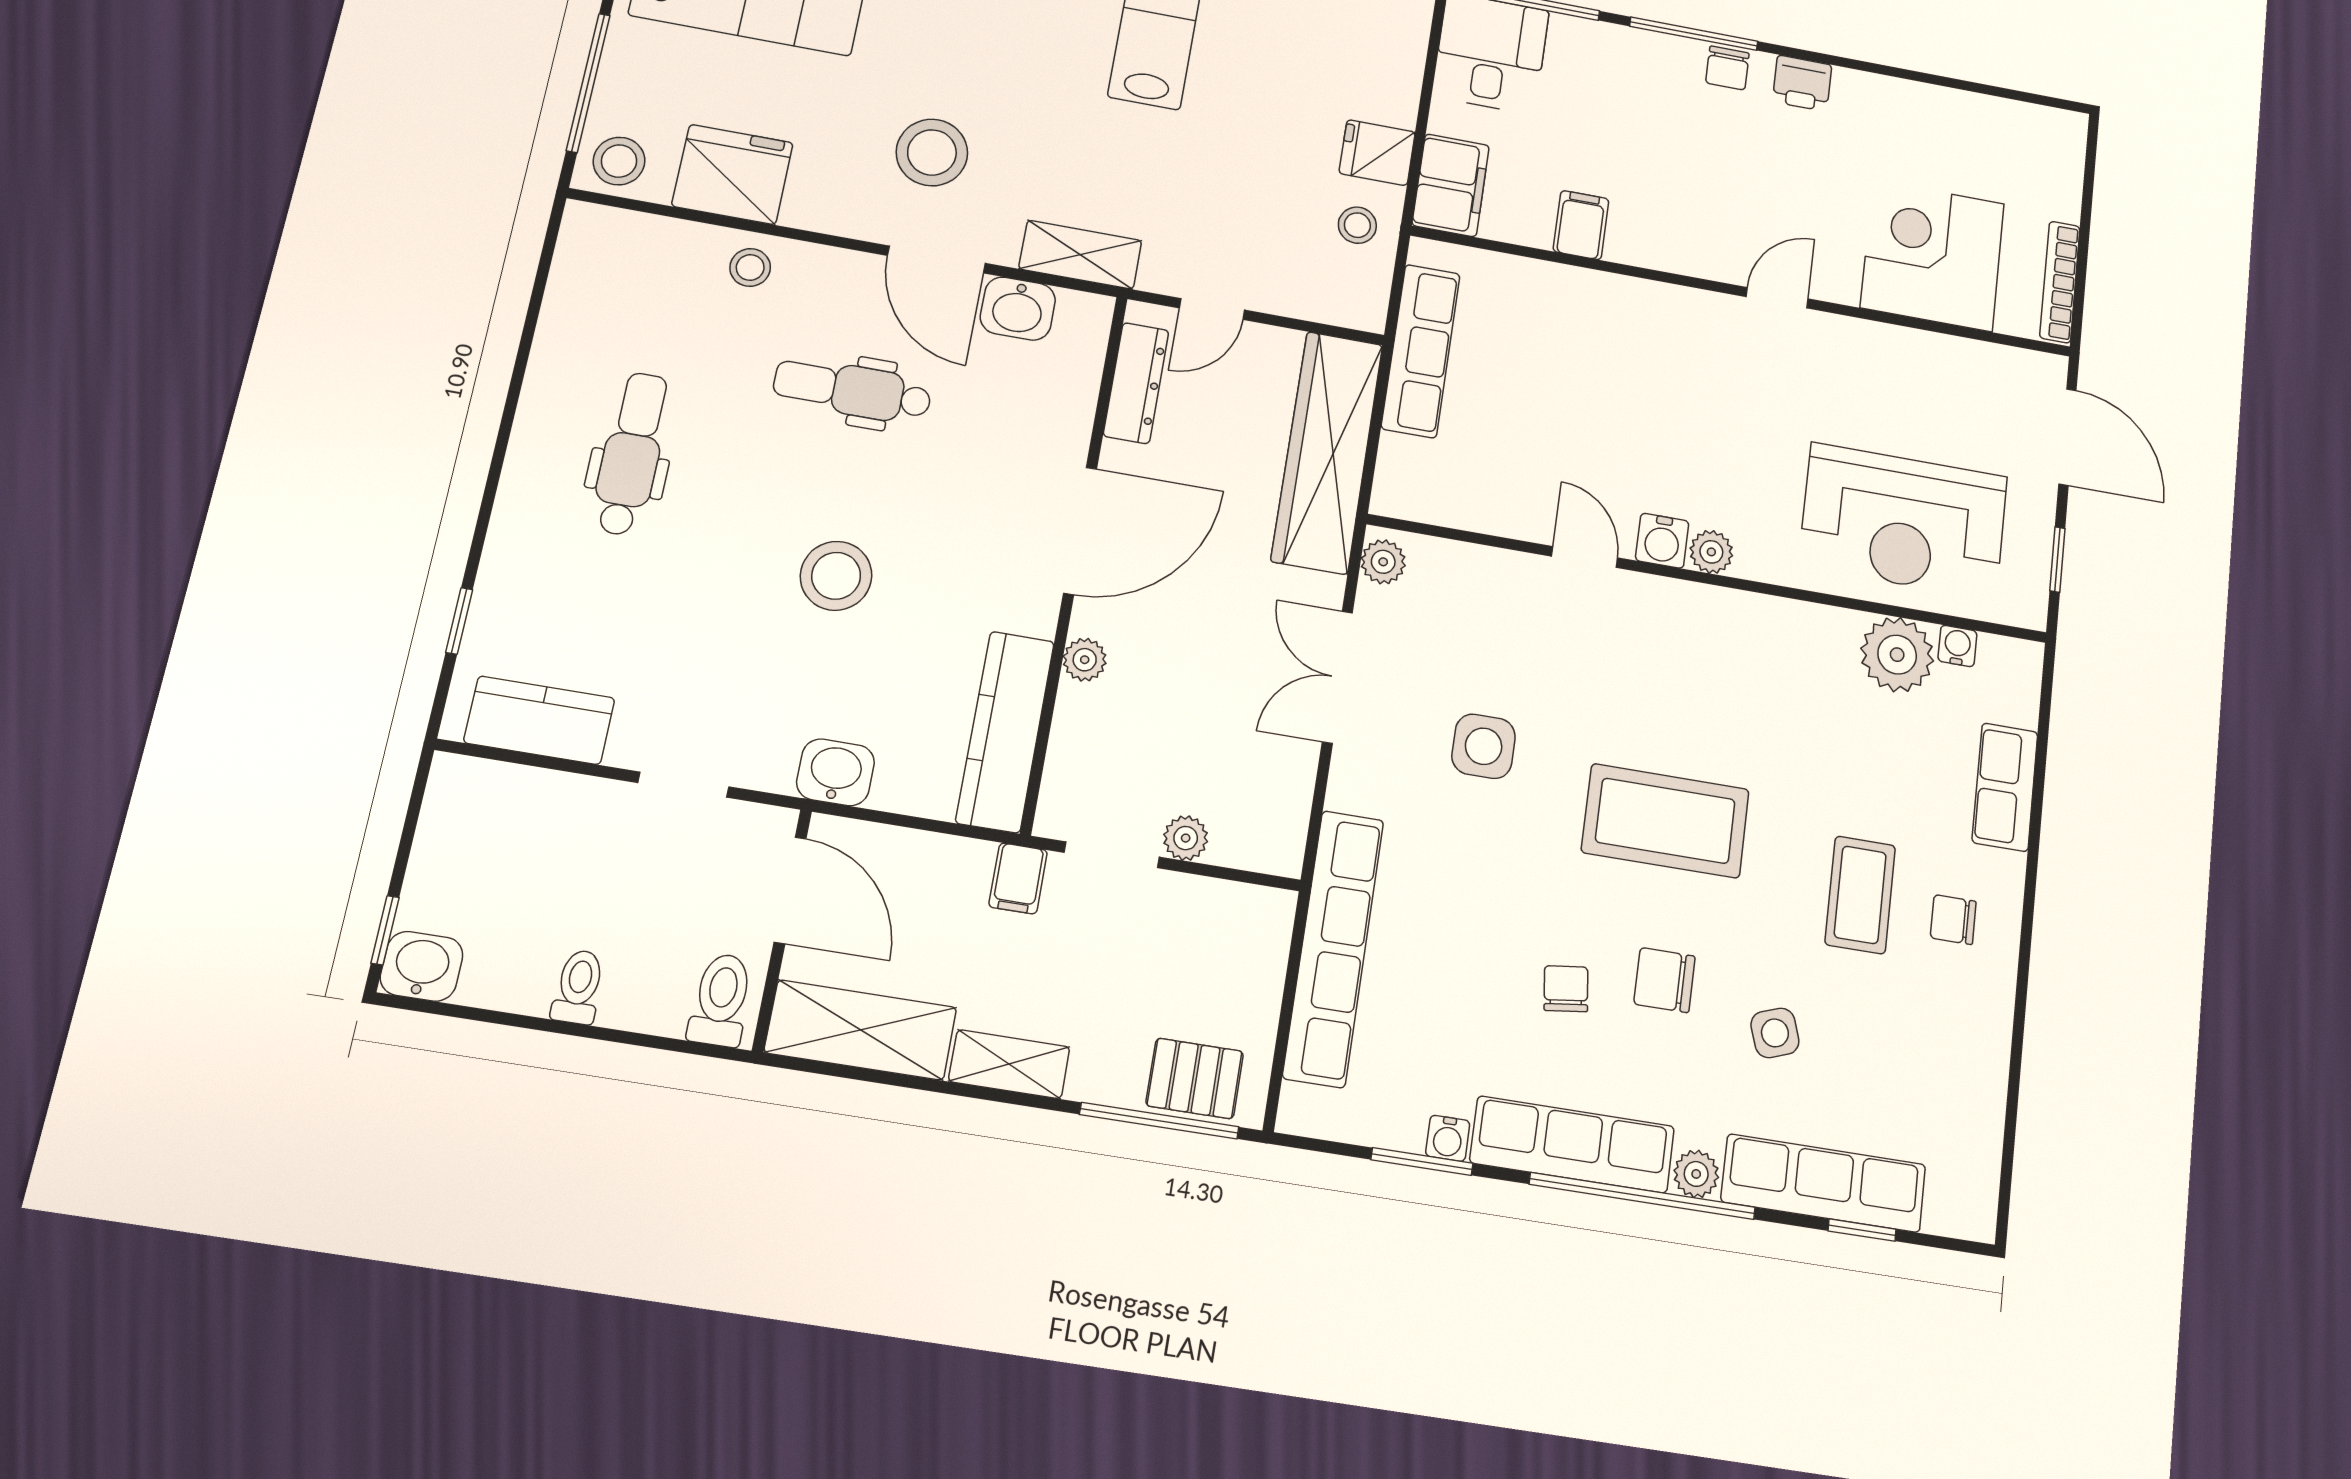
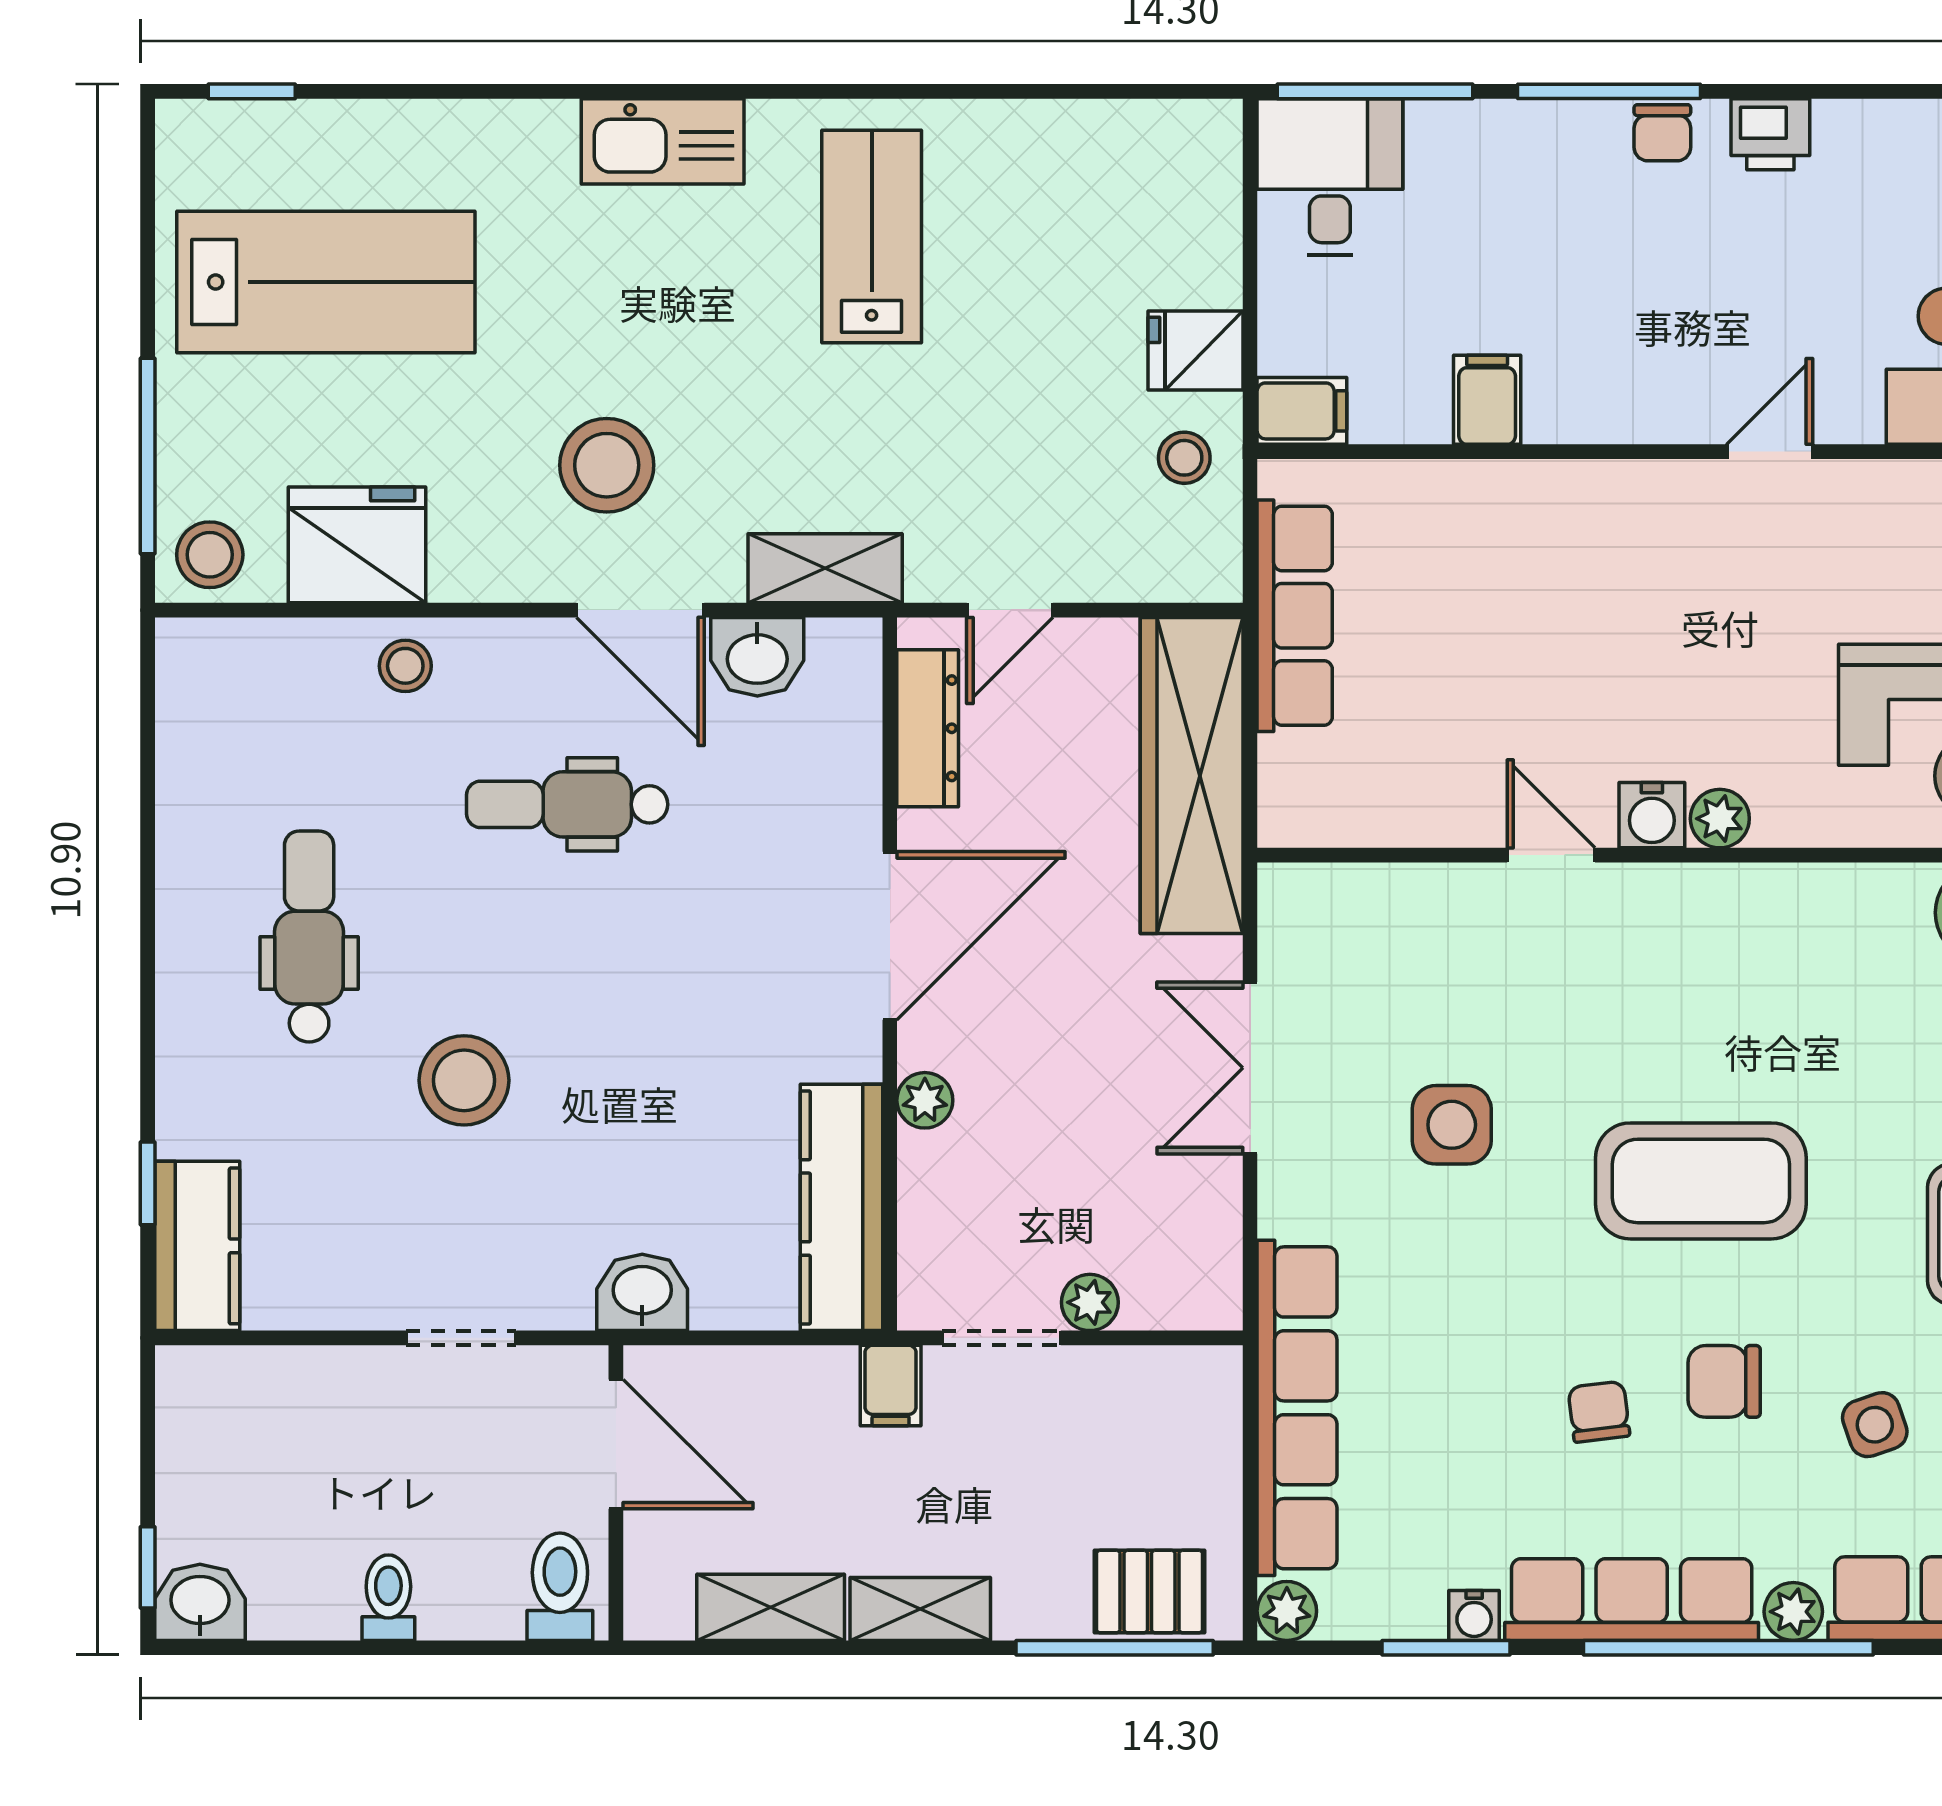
filing cabinet: (1451, 185) -> (1302, 411), width x0.50
plant: (1383, 562) -> (1287, 1611), moved
stool: (836, 576) -> (464, 1080), moved
kitchen counter: (539, 720) -> (197, 1246), moved, turned 90
shelving: (861, 1030) -> (771, 1607), width x0.67, depth x0.75

